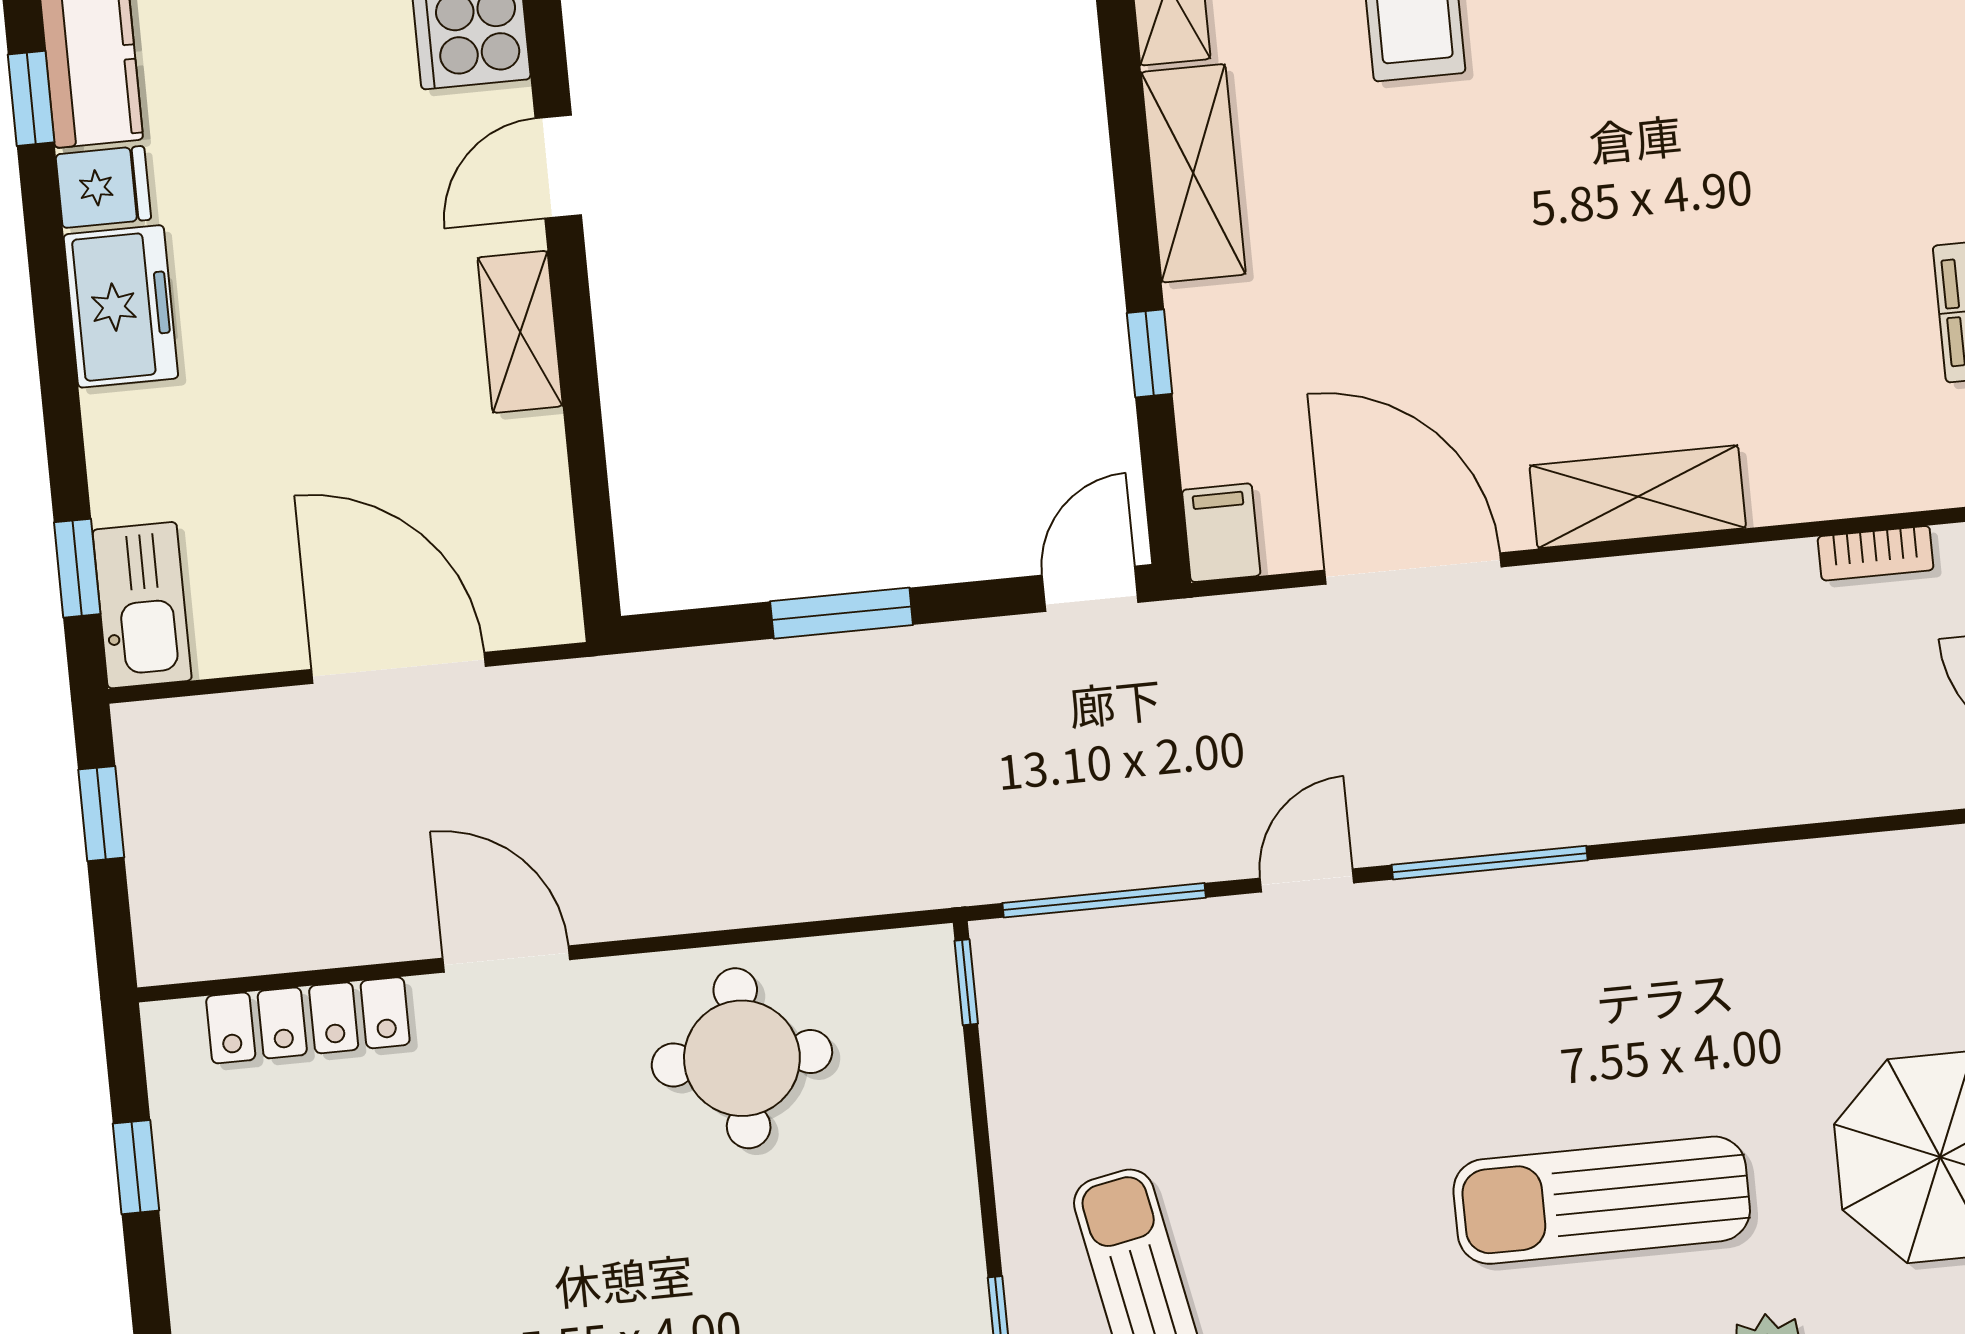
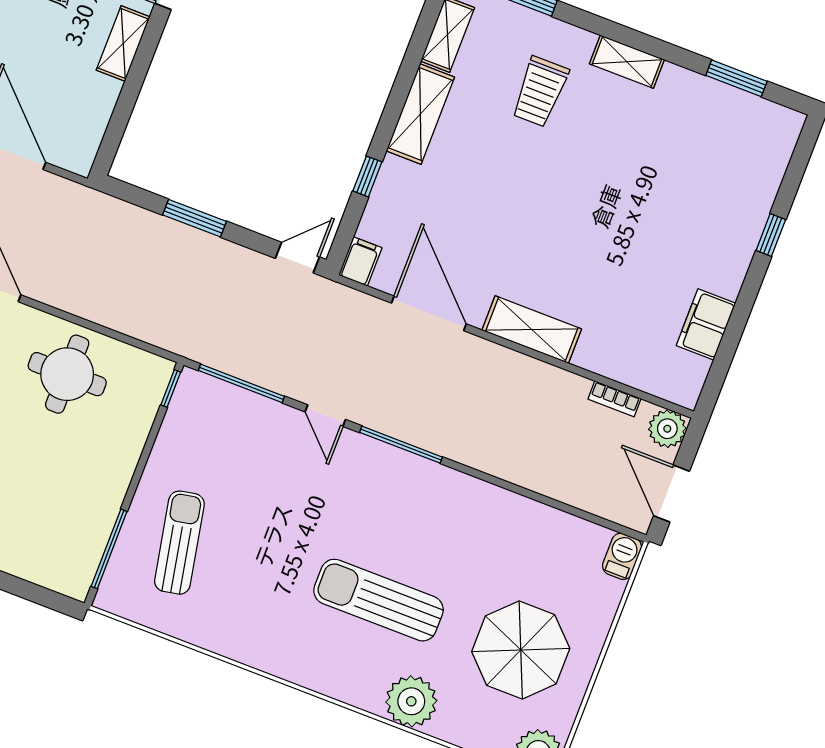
door: (1307, 880) -> (325, 416), swing flipped

